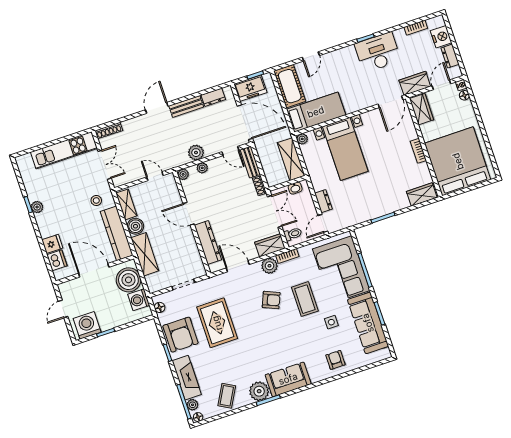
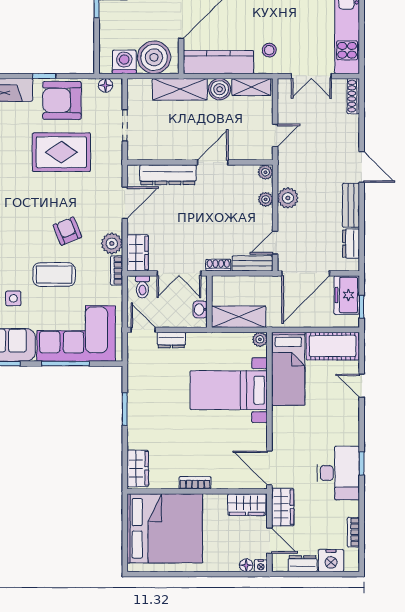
armchair: (271, 300) -> (67, 231), turned 135

